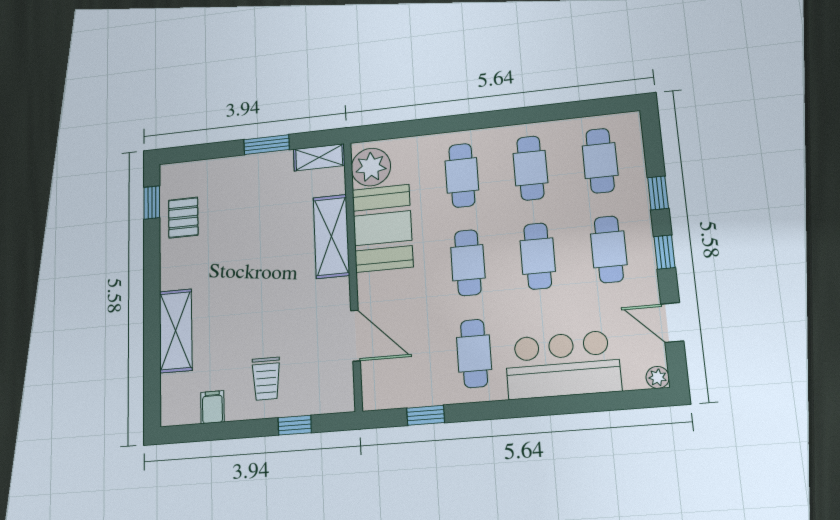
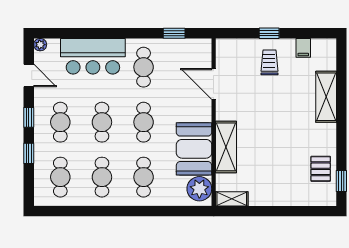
window: (267, 145) -> (265, 211), removed
window: (295, 425) -> (269, 33), moved

